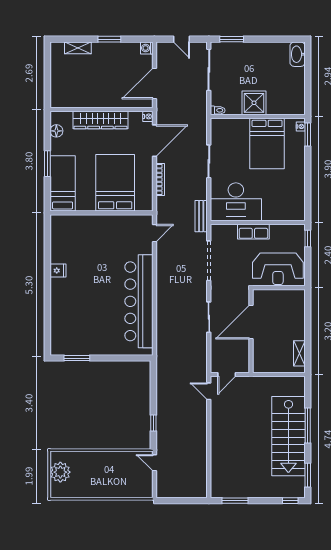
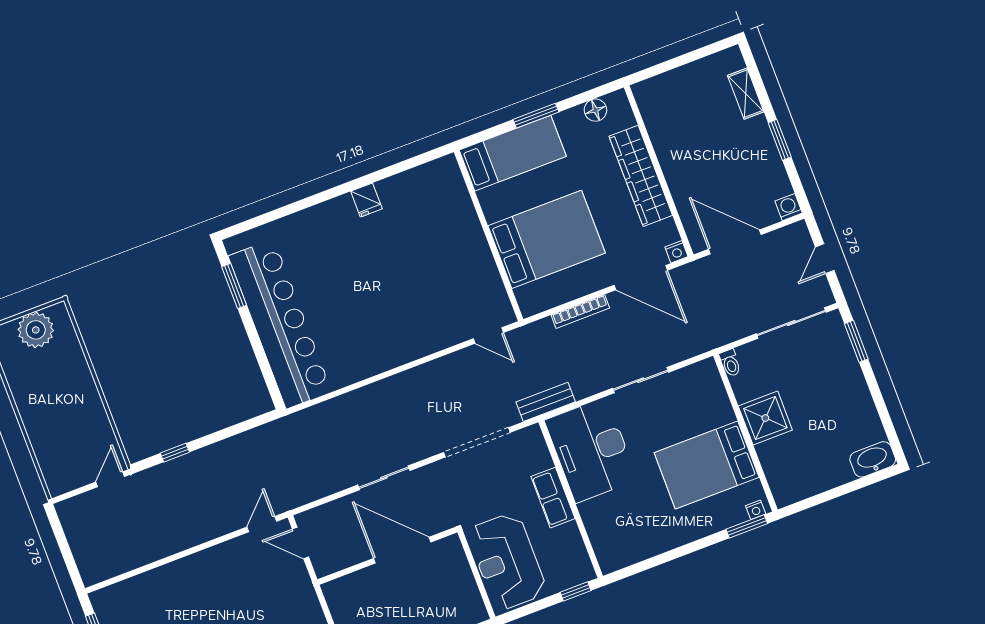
bar counter: (139, 301) -> (280, 324), moved, turned 90

